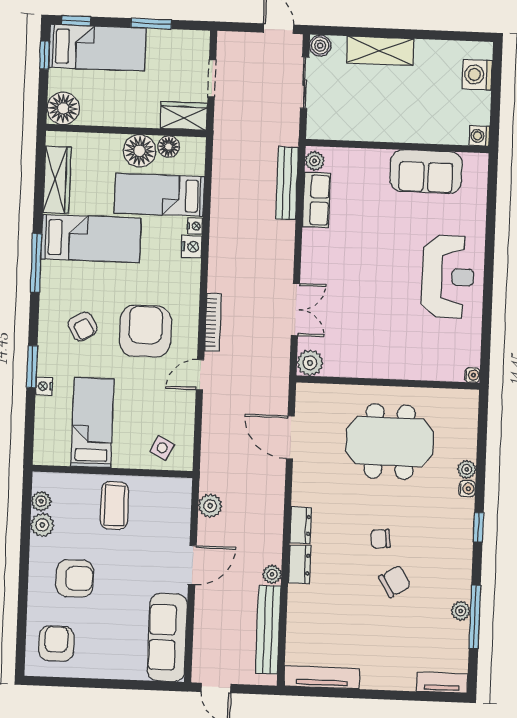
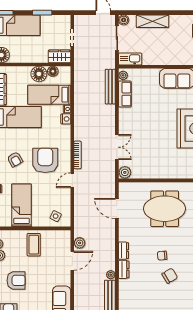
kitchen sink: (330, 127) -> (130, 59), added
door: (192, 565) -> (72, 261), moved

